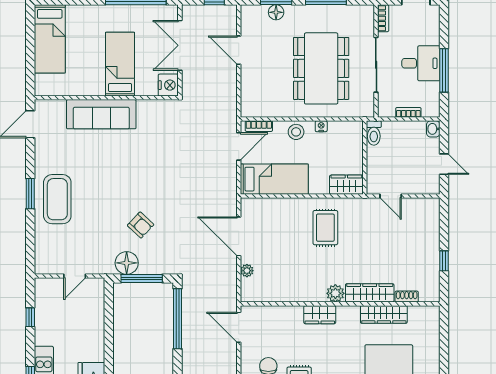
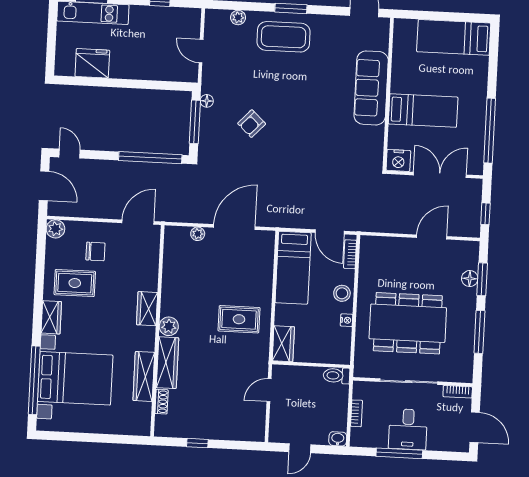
plant: (41, 243) -> (238, 18), added
floor lamp: (127, 263) -> (207, 101), width x0.53, depth x0.53

